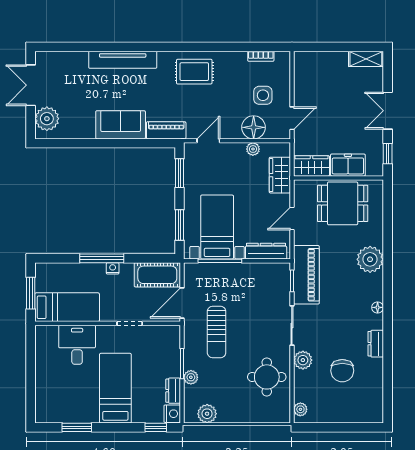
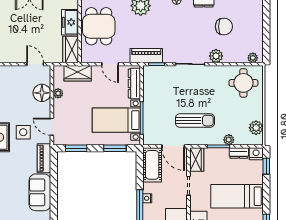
side table: (263, 95) -> (23, 132), moved
piano: (306, 275) -> (146, 56), width x0.73, depth x0.75
wardrobe: (164, 334) -> (197, 160), added
round table: (267, 377) -> (243, 83), moved

